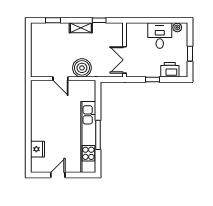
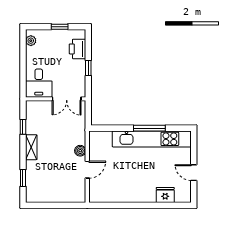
desk: (160, 36) -> (39, 83), moved, turned -90
boiler: (82, 68) -> (80, 151), width x0.54, depth x0.54

